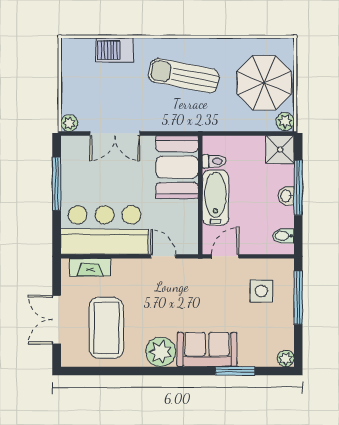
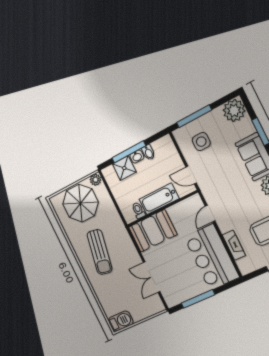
barbecue: (115, 50) -> (121, 321), moved, turned -90
plant: (69, 123) -> (159, 307), removed
double door: (115, 134) -> (152, 277), swing flipped
shower: (280, 150) -> (124, 168), moved
bidet: (283, 236) -> (148, 152), moved
fireplace: (90, 267) -> (234, 245), moved
plant: (286, 358) -> (234, 110), width x1.87, depth x1.87

